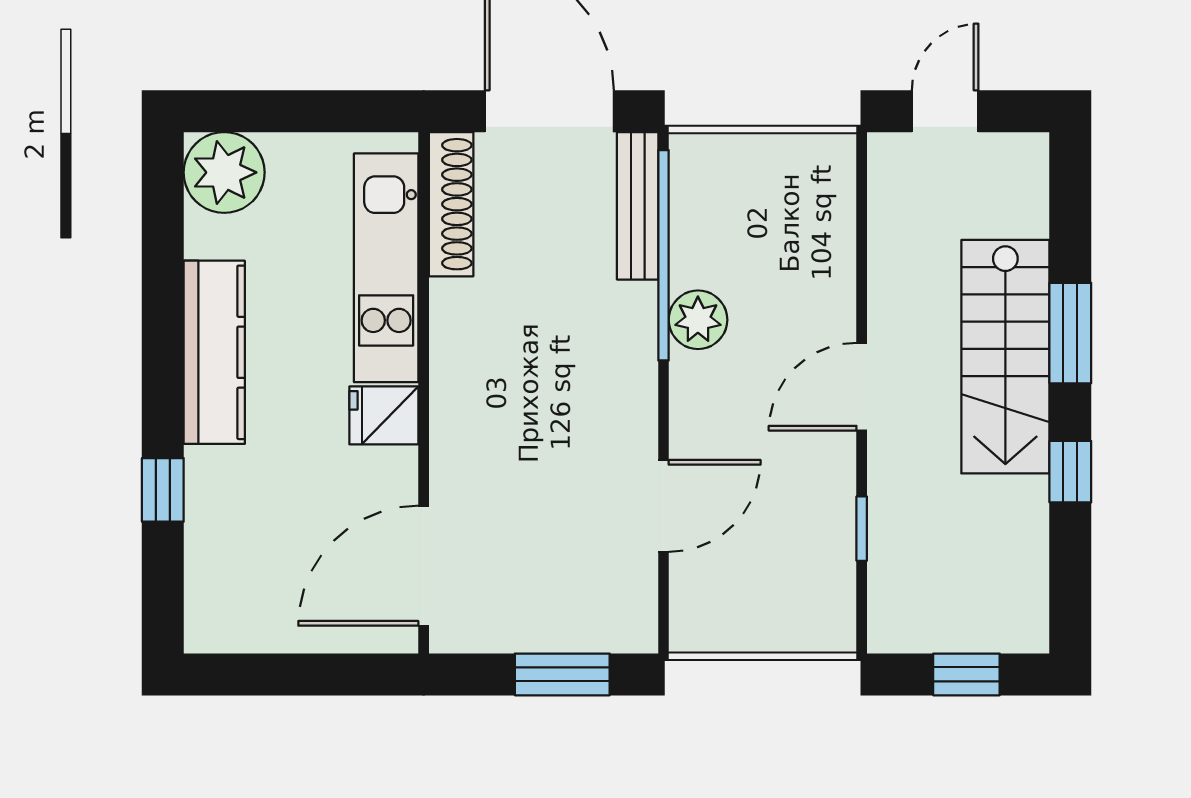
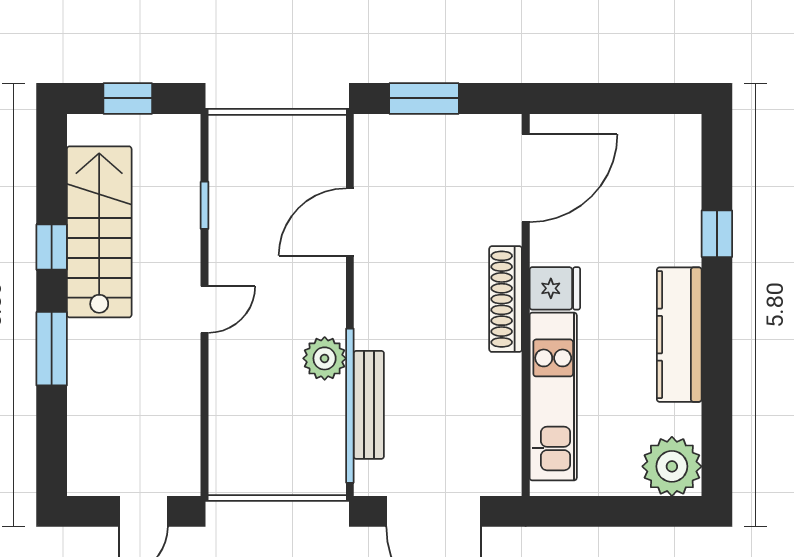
shoe rack: (451, 204) -> (506, 299), moved
bench: (638, 206) -> (369, 405), moved
stairs: (1005, 357) -> (99, 232), moved
door: (862, 387) -> (205, 309), width x0.73

